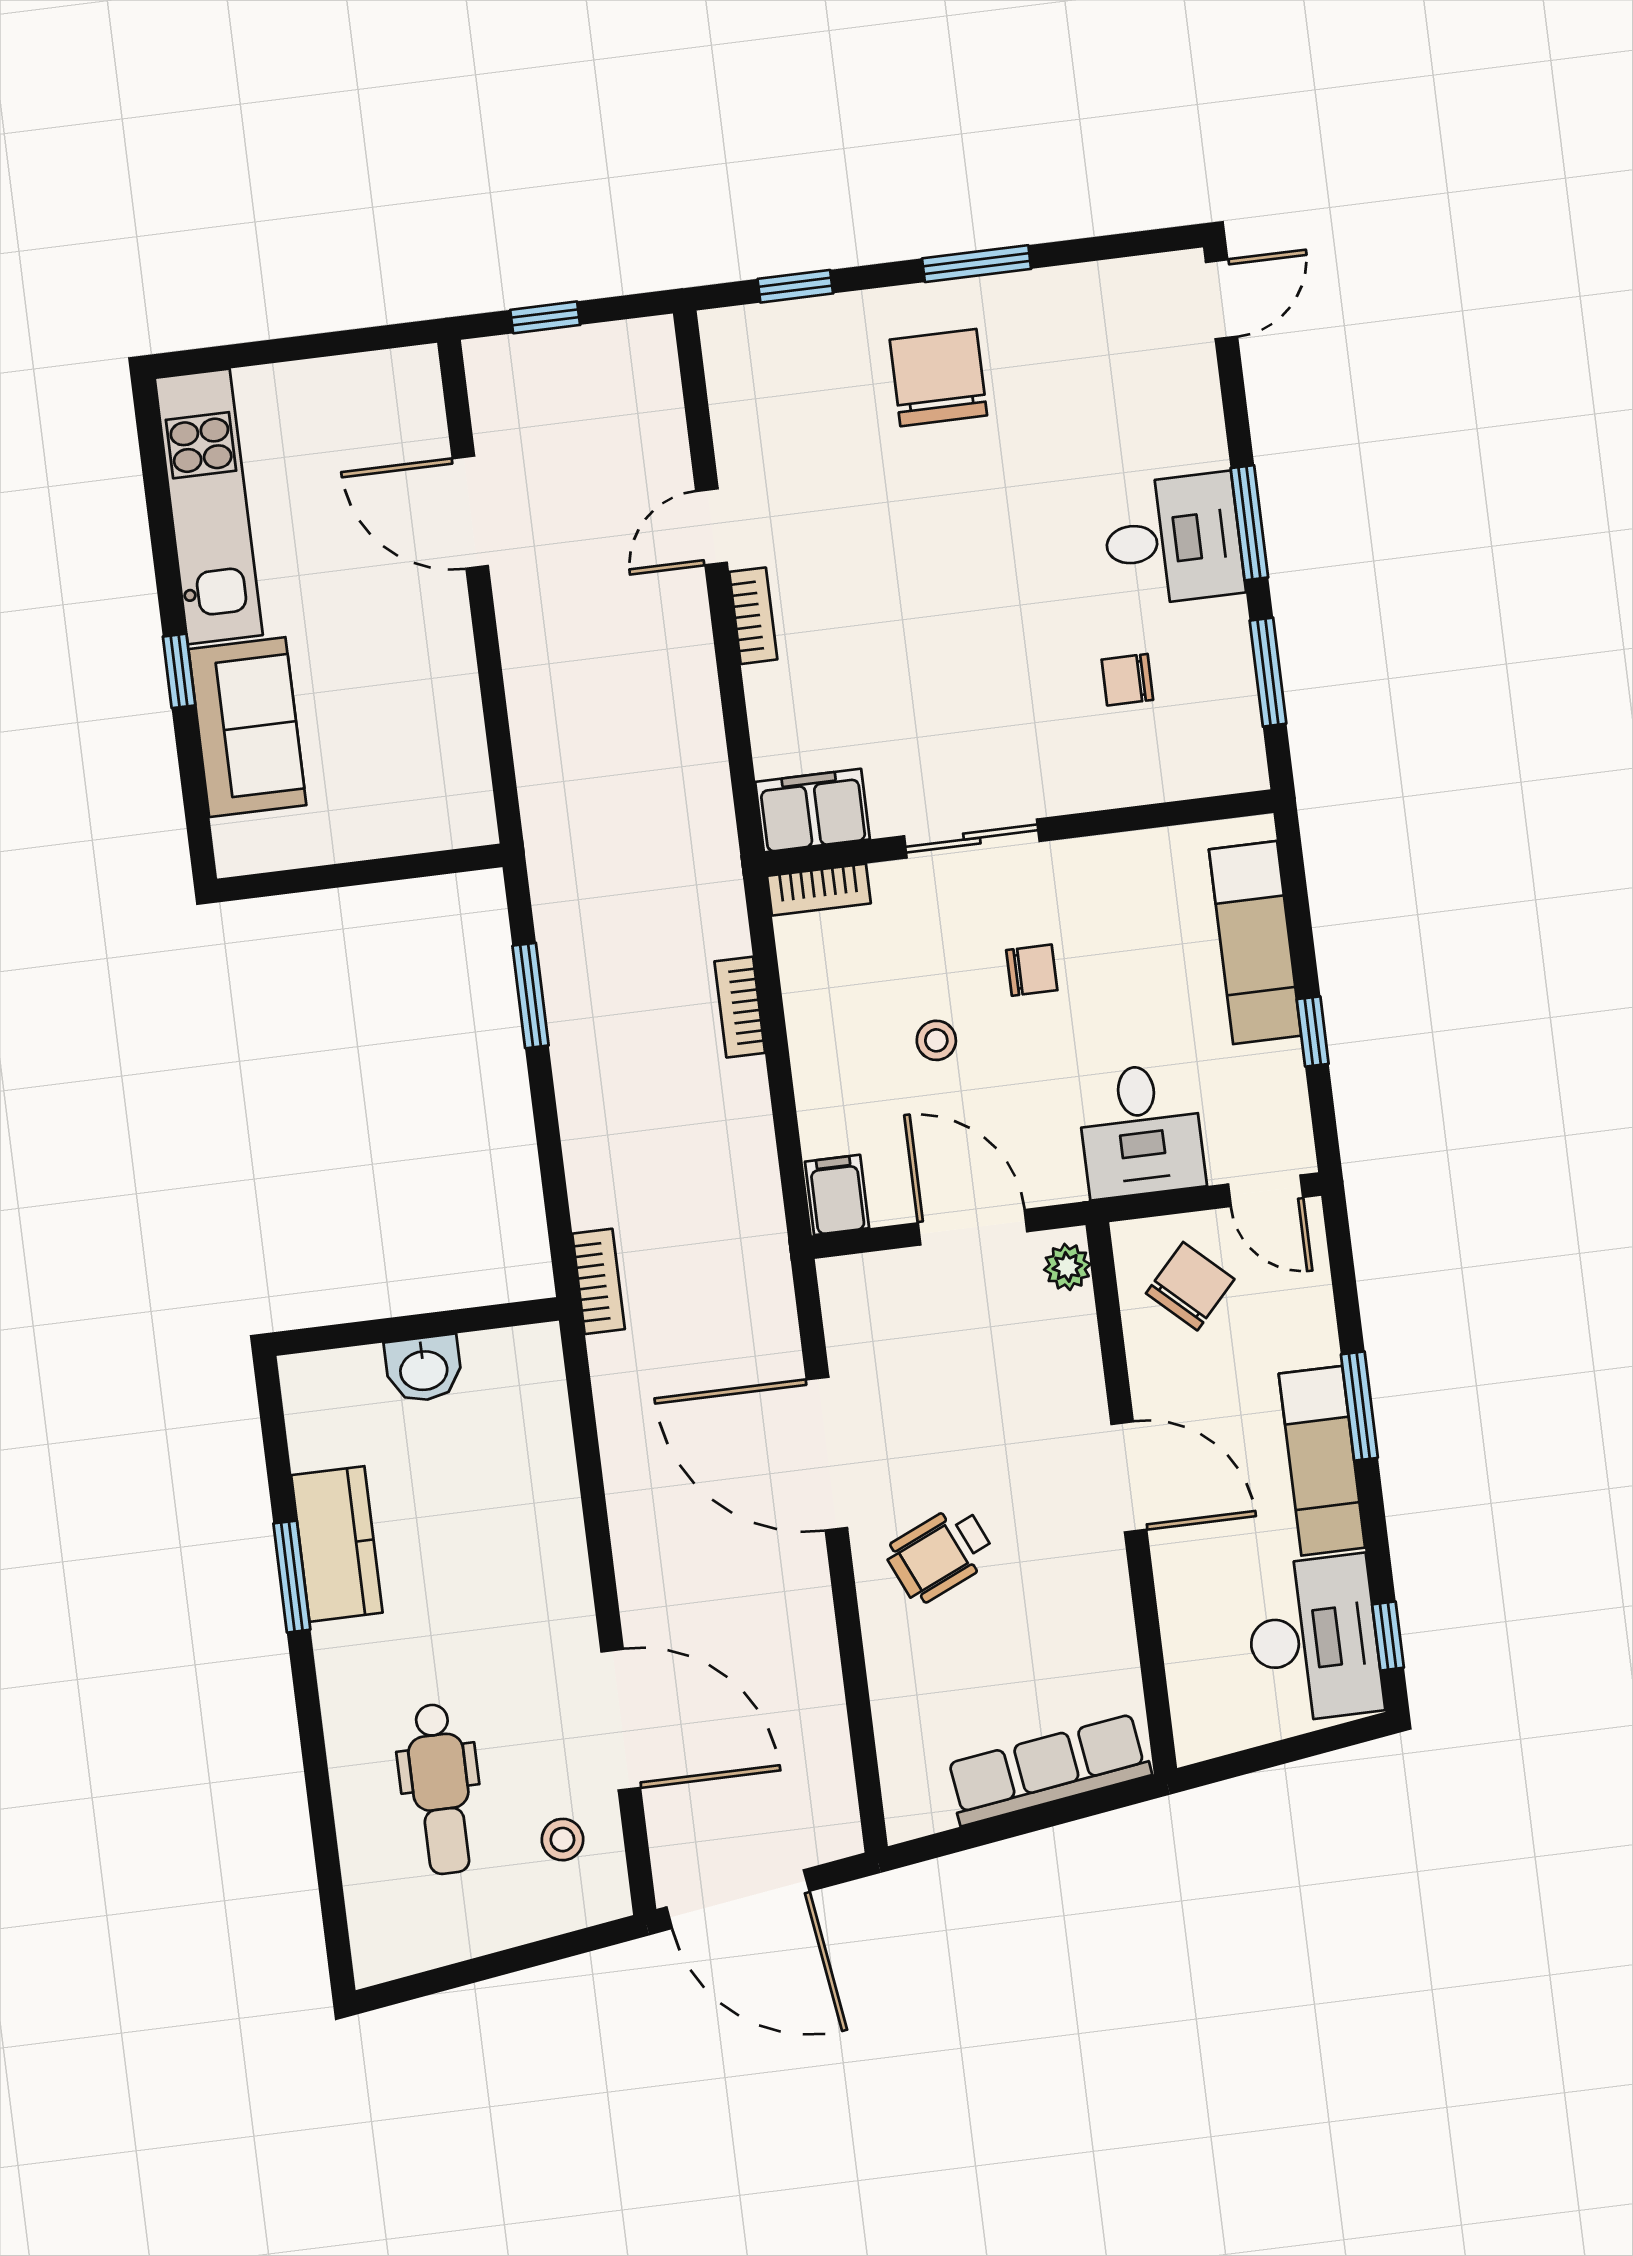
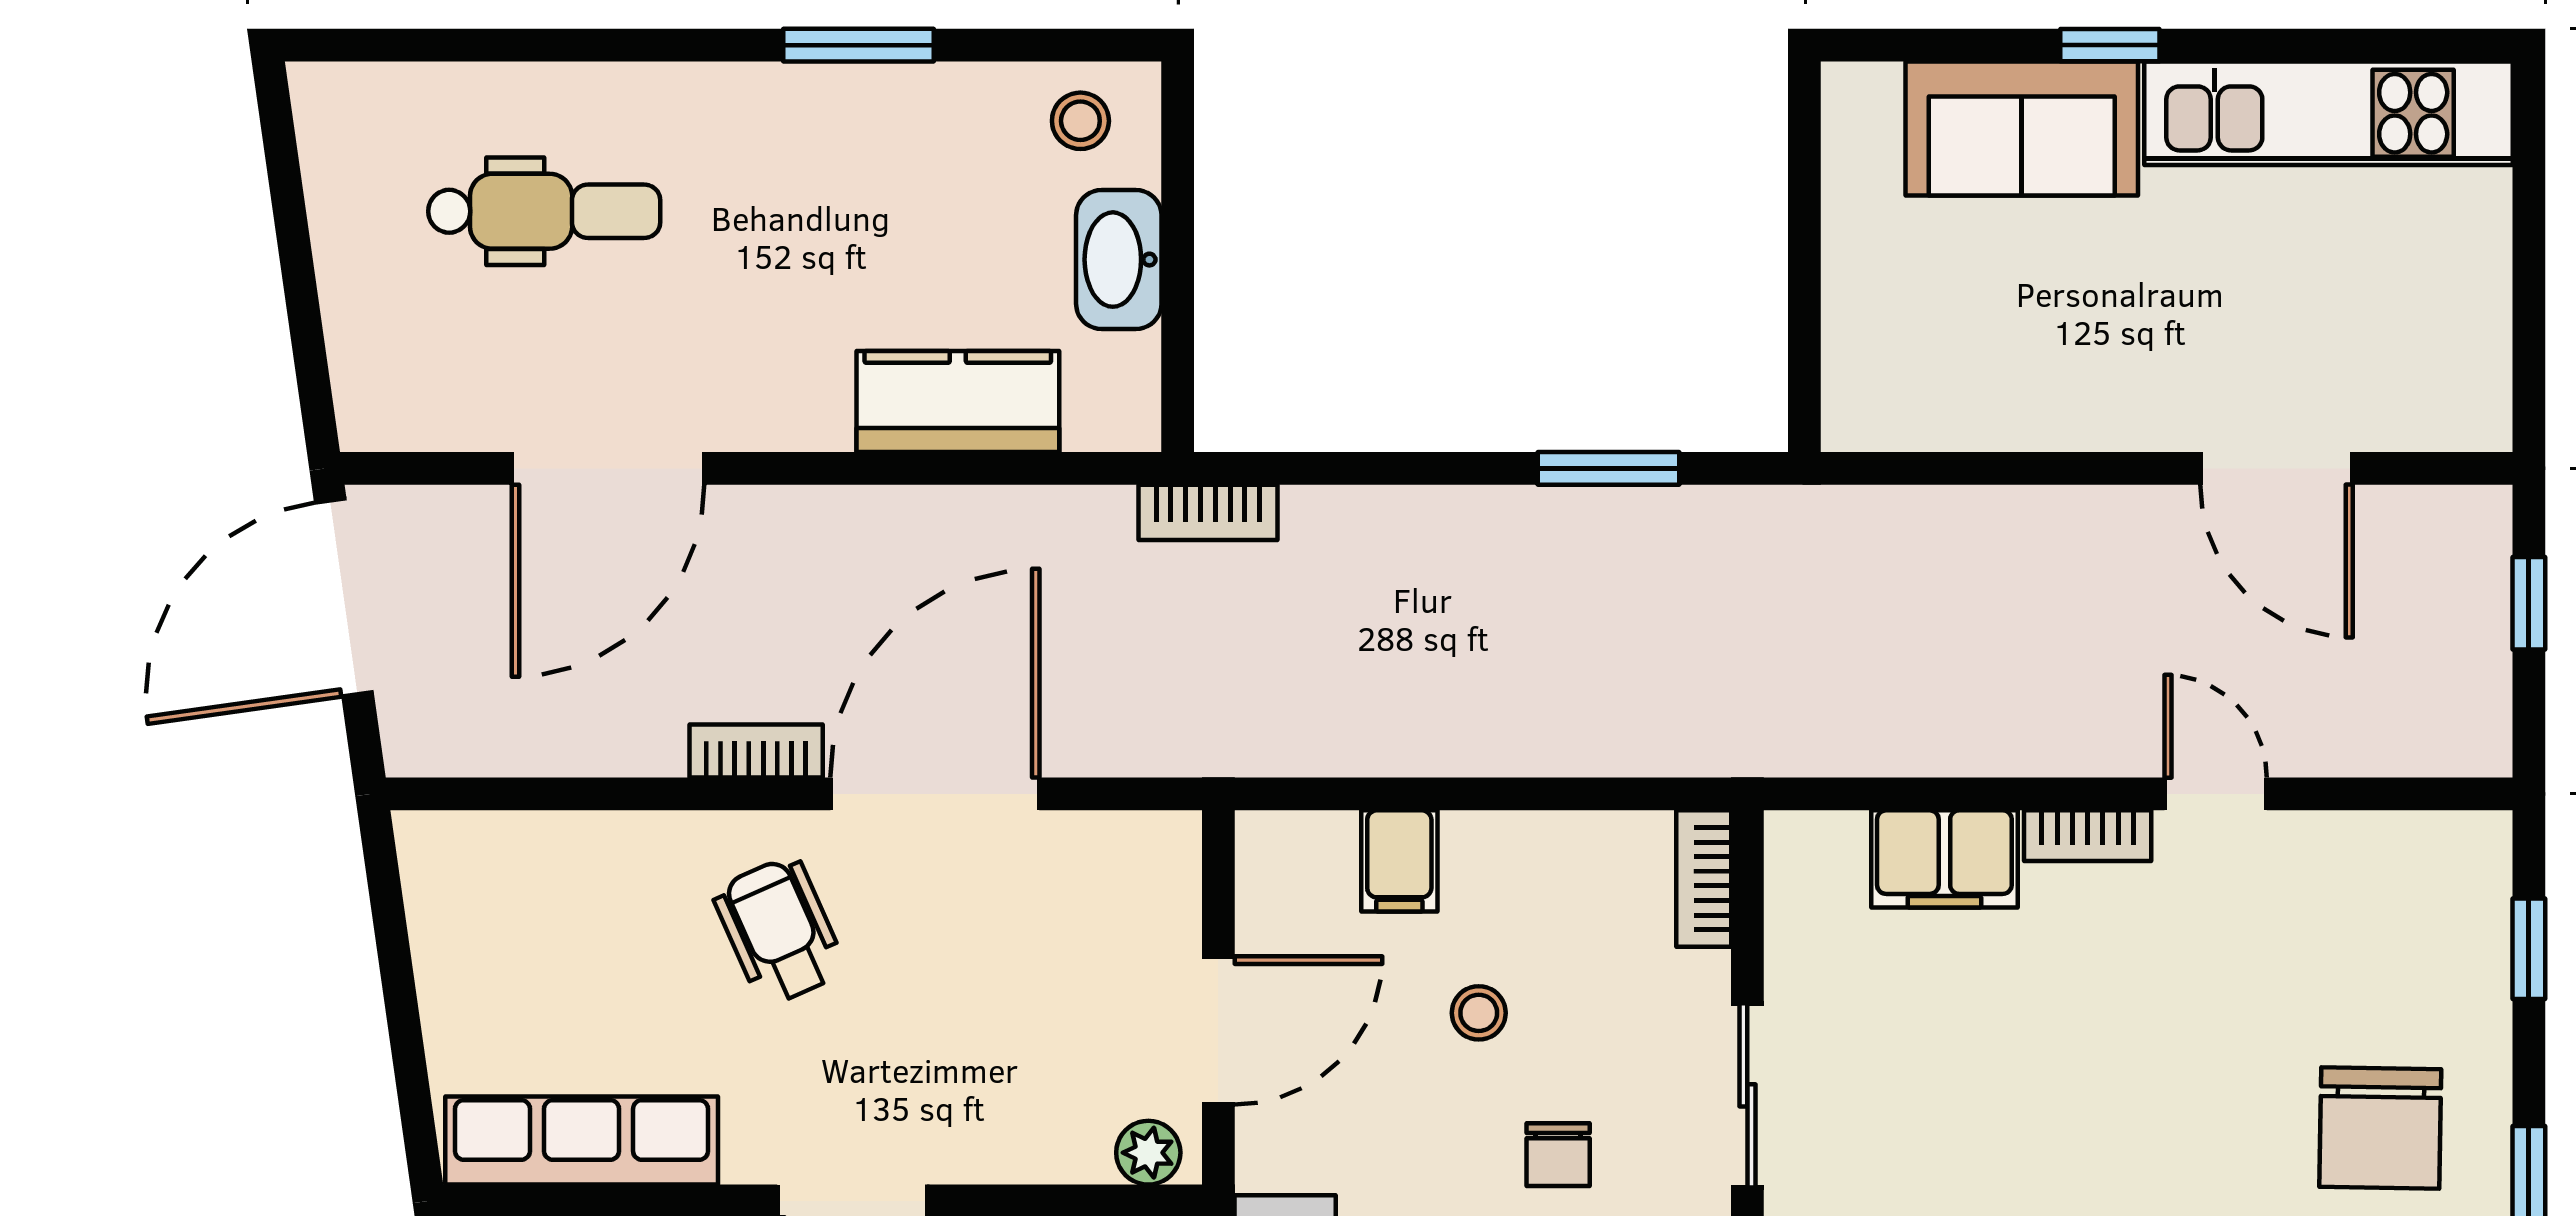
chair: (938, 378) -> (2380, 1128), turned 91
door: (470, 512) -> (2277, 468), swing flipped
filing cabinet: (812, 811) -> (1944, 859), moved, turned 90
bookcase: (740, 1007) -> (756, 751), moved
filing cabinet: (837, 1195) -> (1399, 861), moved, turned 90
washbasin: (424, 1369) -> (1119, 260), width x1.38
kitchen counter: (337, 1544) -> (958, 401), moved, turned 180
row of seats: (1048, 1770) -> (582, 1141), moved, turned -82
dental chair: (440, 1789) -> (544, 211), turned 180
stool: (562, 1840) -> (1080, 121), moved

